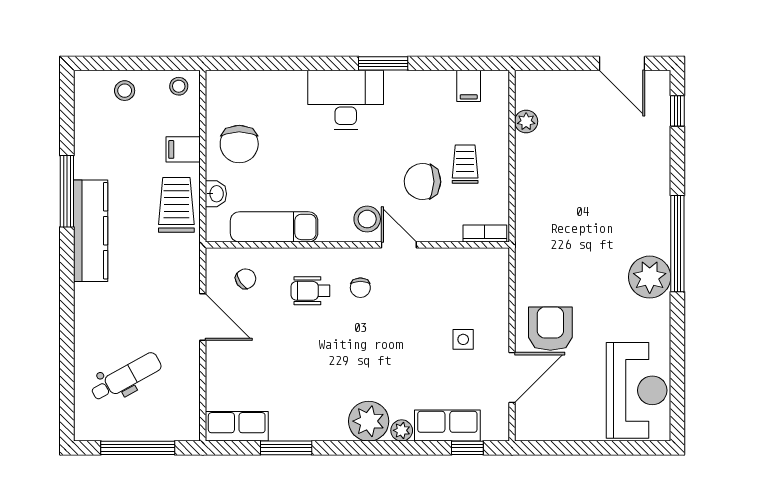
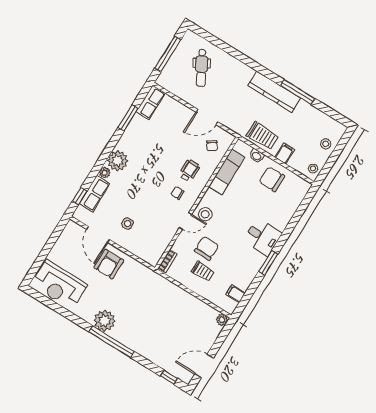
desk: (346, 100) -> (262, 237), width x0.73
plant: (526, 121) -> (222, 320), moved
armchair: (550, 329) -> (109, 264), turned 90

